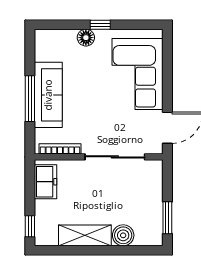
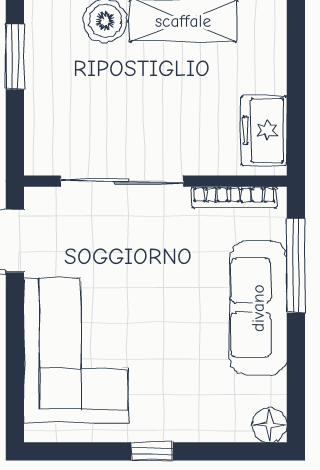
floor lamp: (86, 38) -> (269, 425), moved
window: (30, 99) -> (296, 265), moved
window: (30, 226) -> (296, 39), removed

